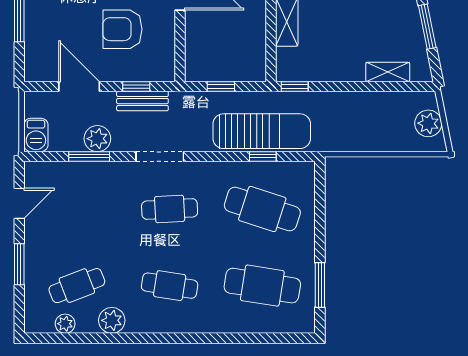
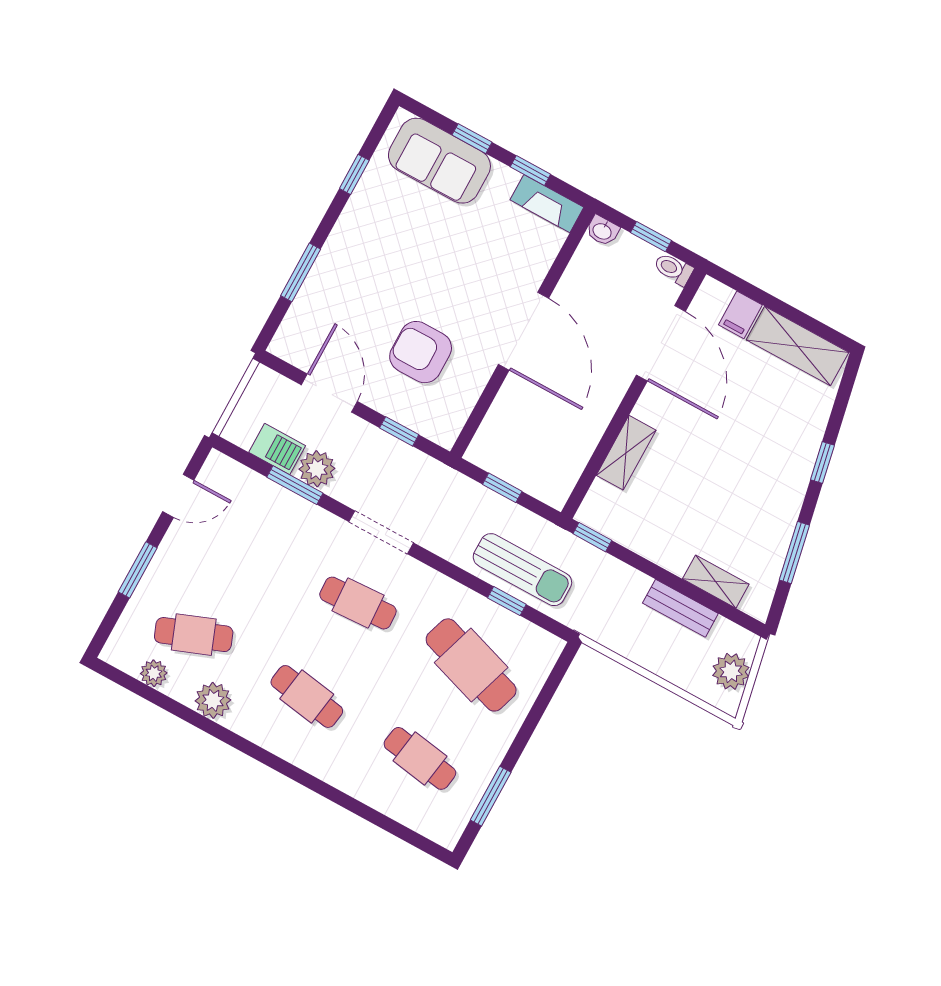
bench: (142, 101) -> (680, 608), moved
sun lounger: (262, 131) -> (522, 570), width x0.73, depth x0.75
barbecue: (36, 135) -> (277, 449), moved, turned -90
cafe table: (262, 286) -> (420, 758), width x0.73, depth x0.74

